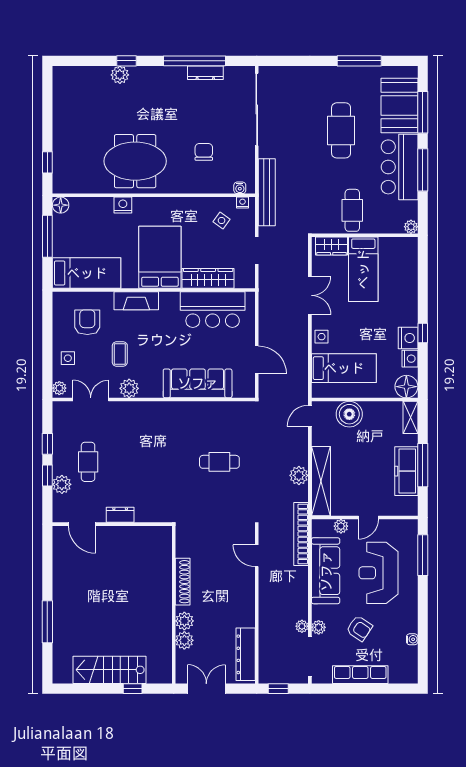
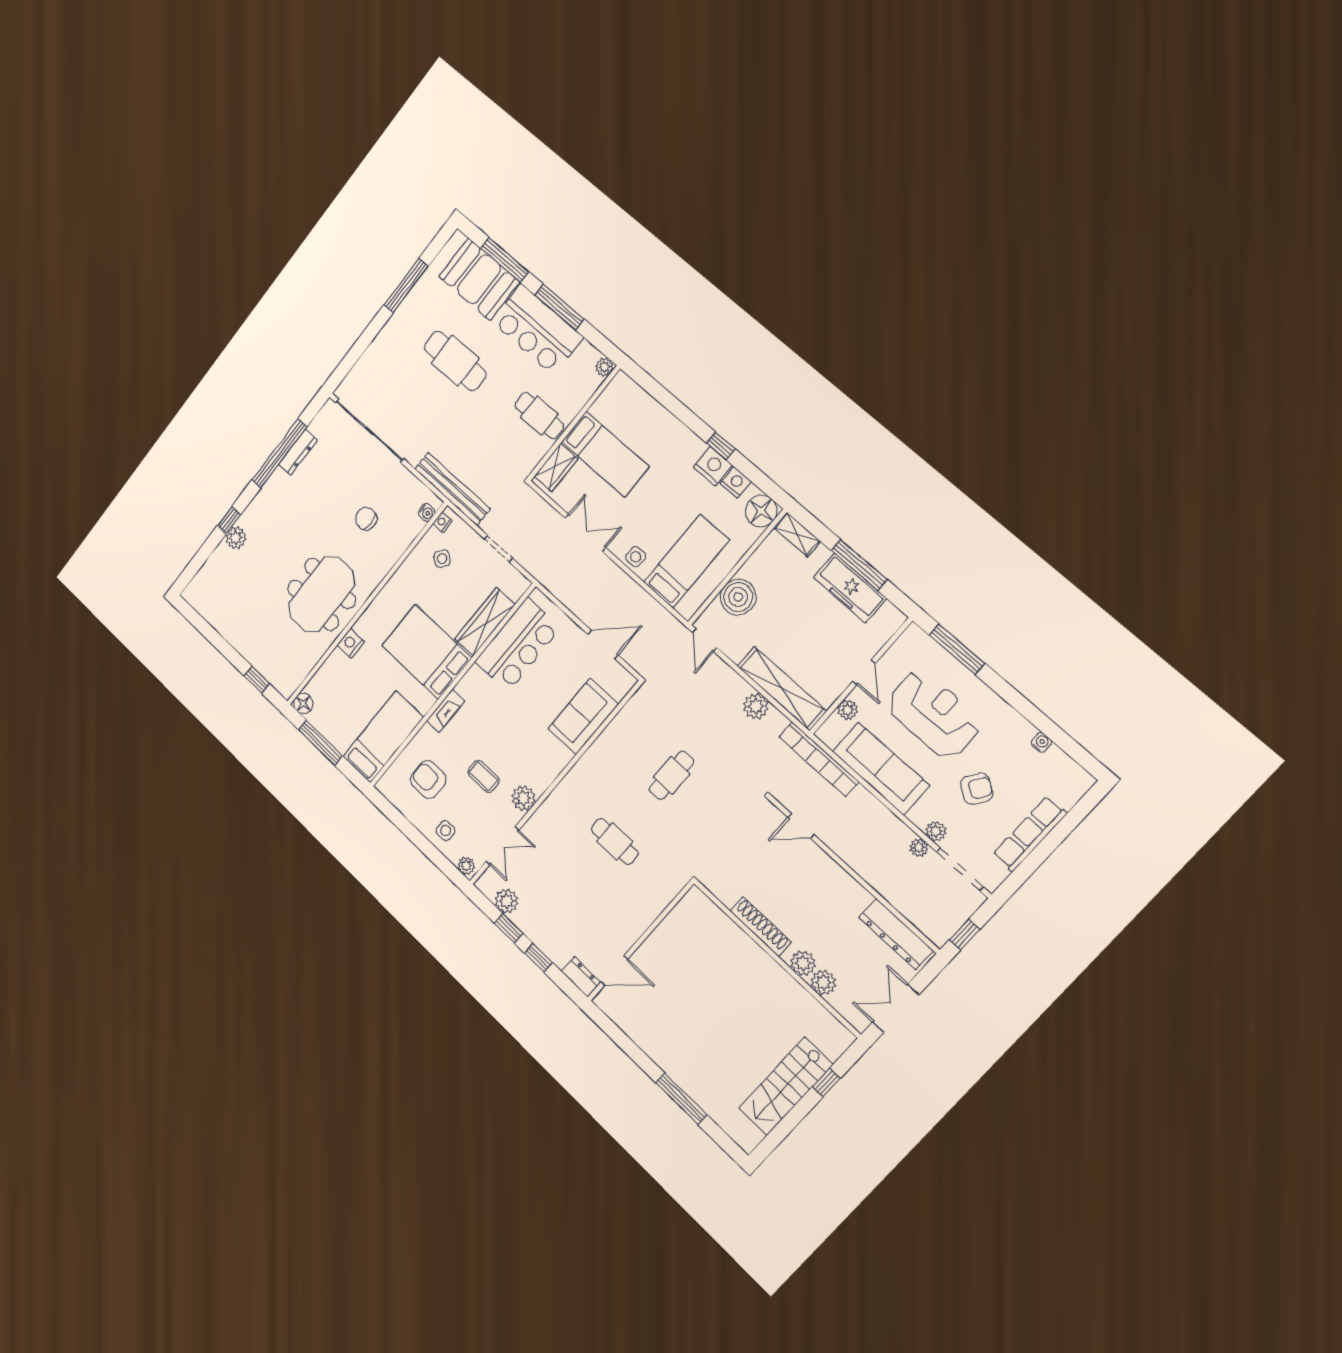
fireplace: (136, 301) -> (446, 711), width x0.73, depth x0.76
sofa: (198, 383) -> (583, 717), width x0.73
double door: (91, 400) -> (502, 846), swing flipped
cafe table: (88, 462) -> (615, 841), moved
plant: (62, 484) -> (507, 901), moved
dresser: (120, 515) -> (581, 977), moved, turned 90
reception desk: (378, 573) -> (934, 714), turned 180

